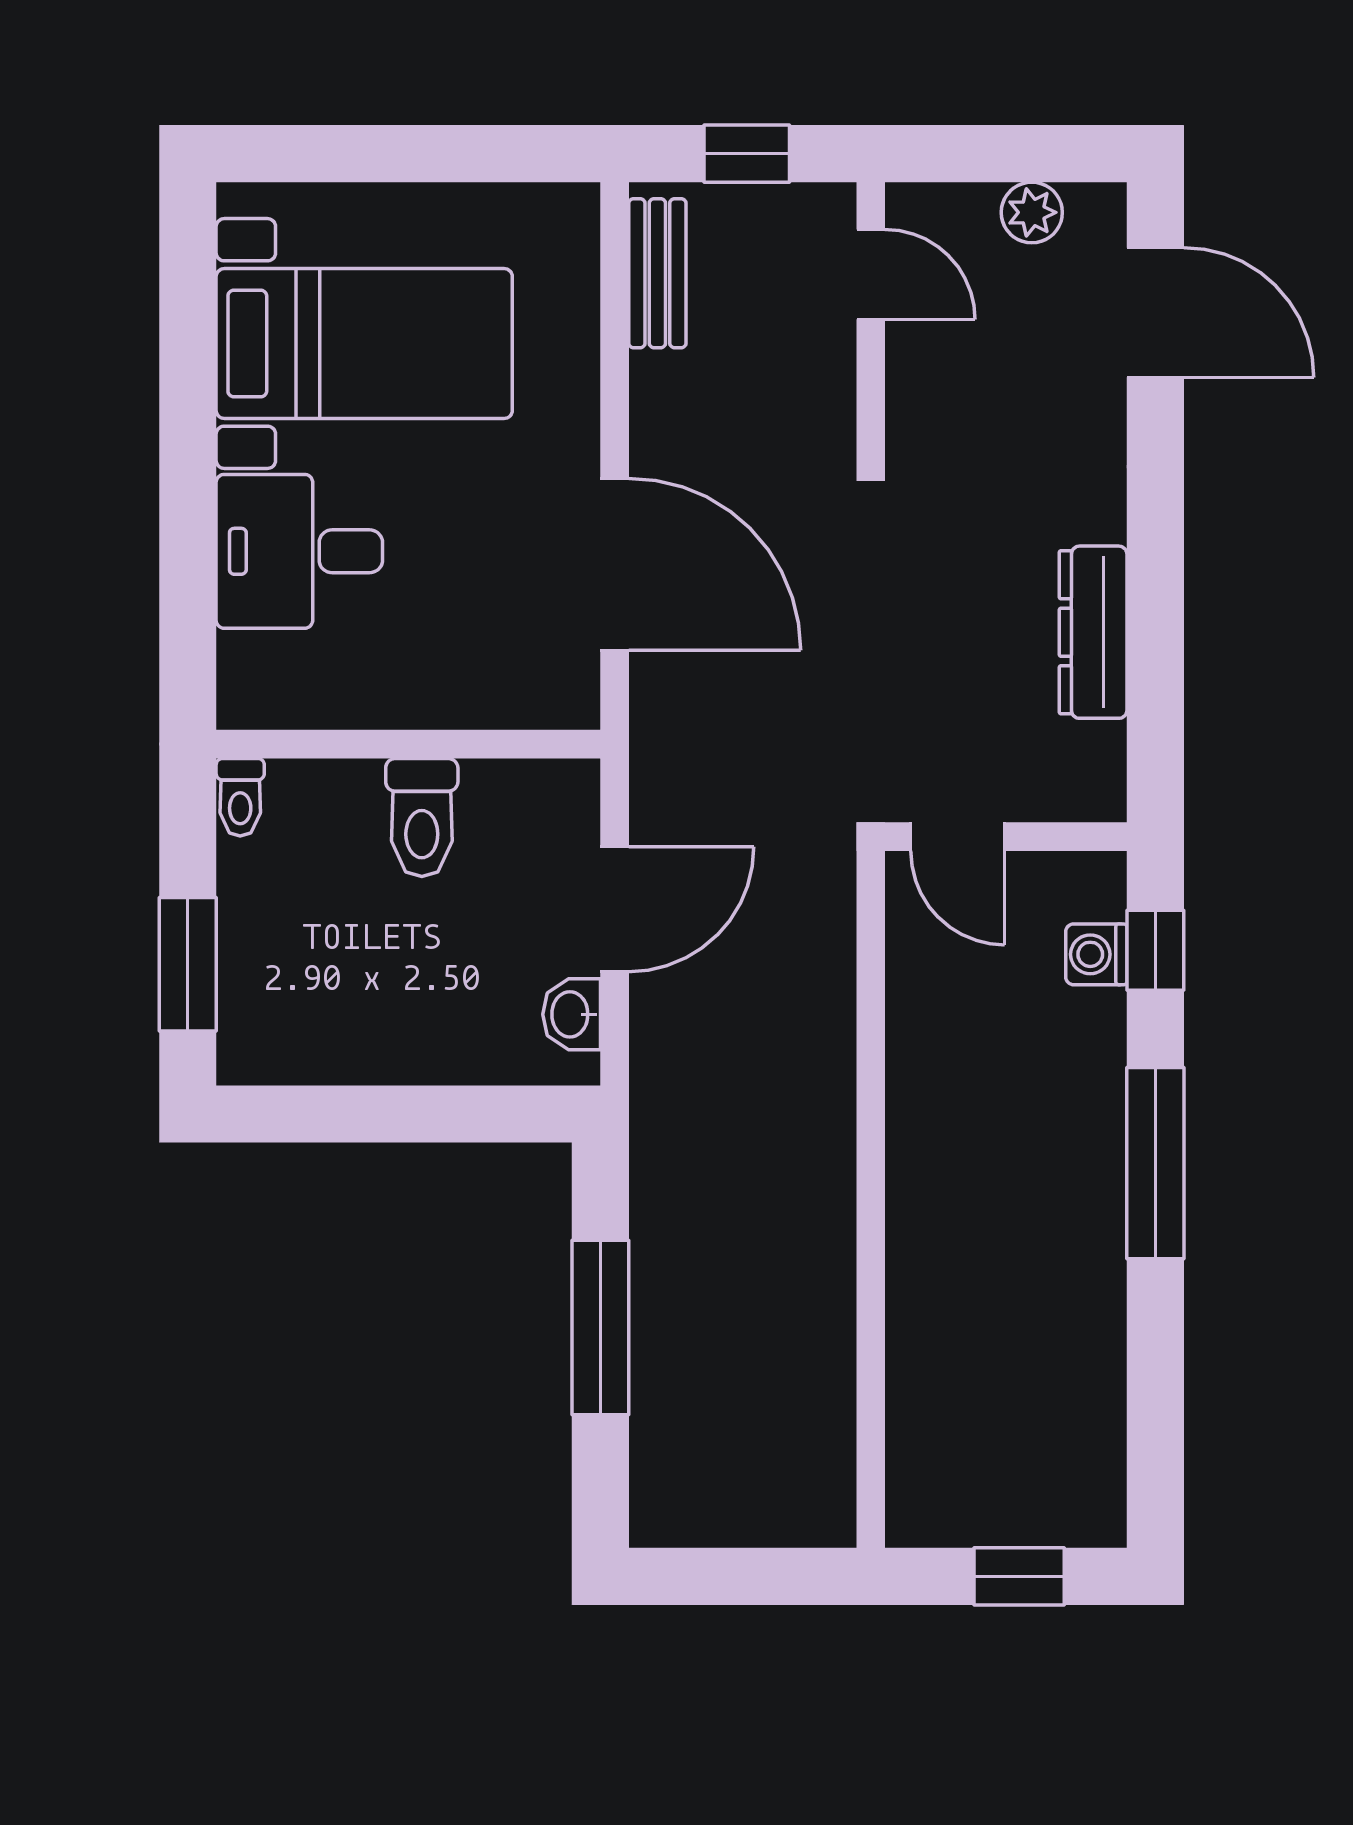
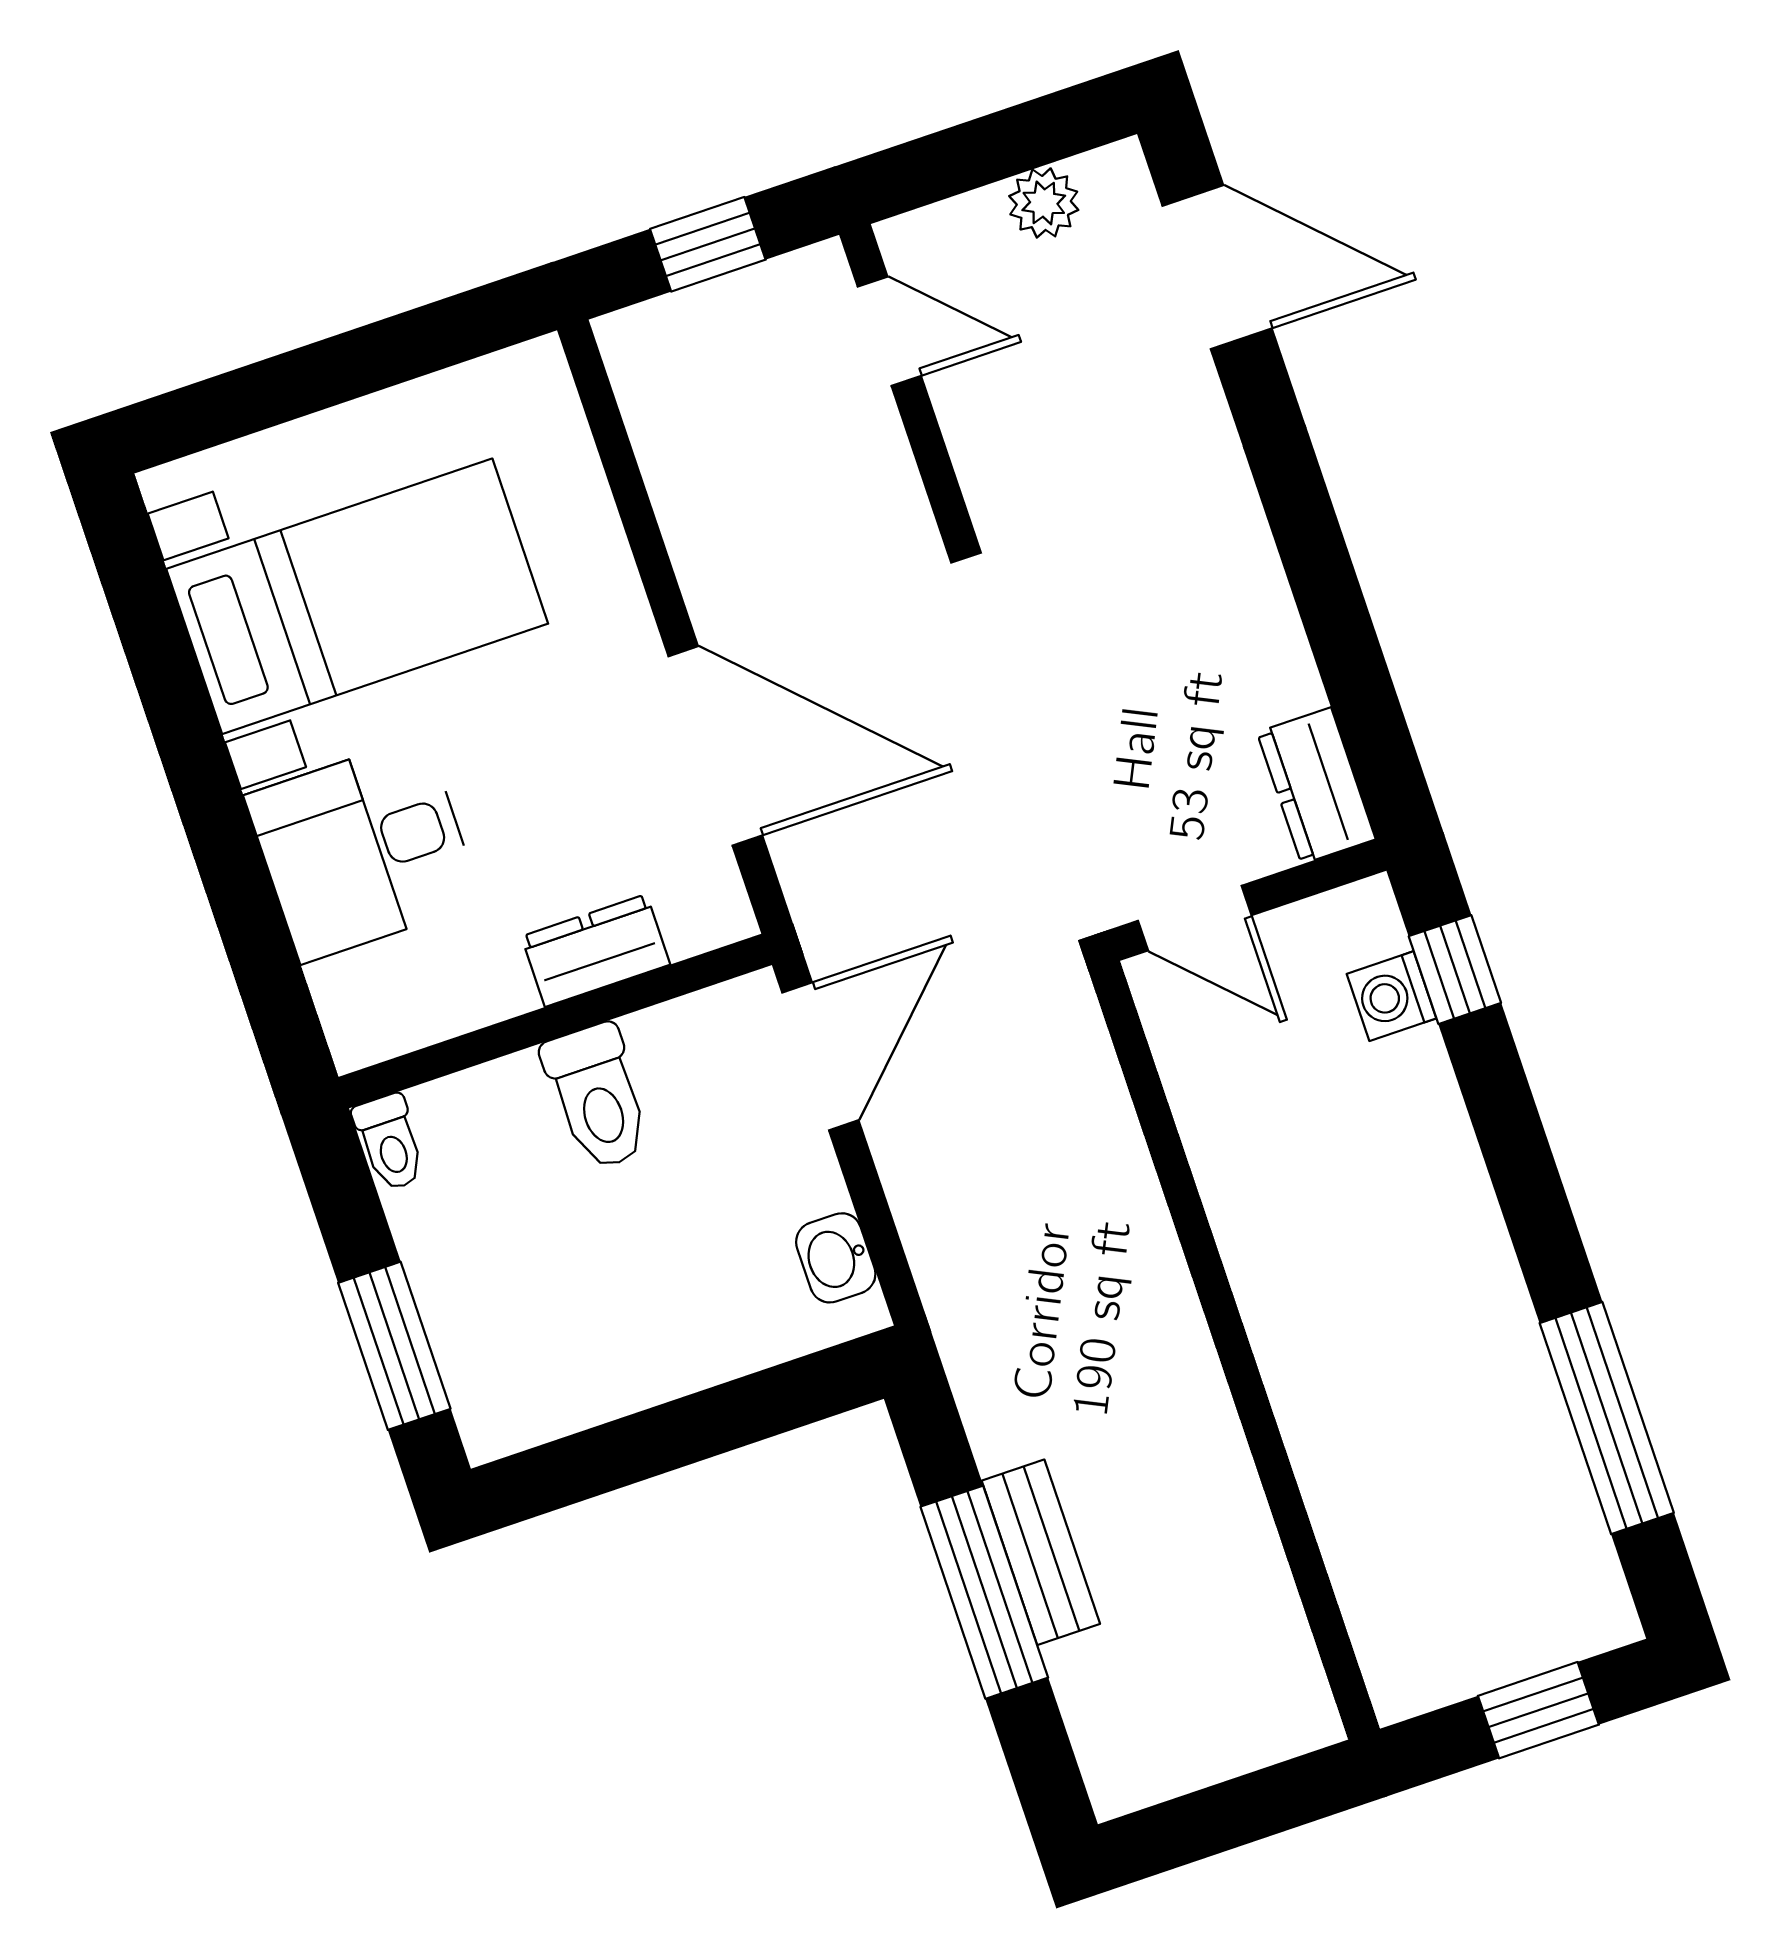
bench: (657, 273) -> (1041, 1552), moved
dresser: (1093, 632) -> (1316, 786), moved, width x0.70
dresser: (461, 698) -> (596, 950), added
door: (615, 909) -> (820, 1056), moved
window: (1155, 1163) -> (1607, 1418), moved

